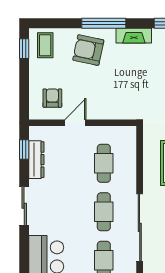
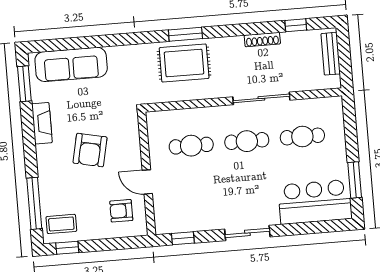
window: (104, 23) -> (34, 203), moved
armchair: (88, 50) -> (90, 150), moved
dresser: (36, 160) -> (193, 223), removed
sliding door: (140, 227) -> (261, 98), width x0.73

